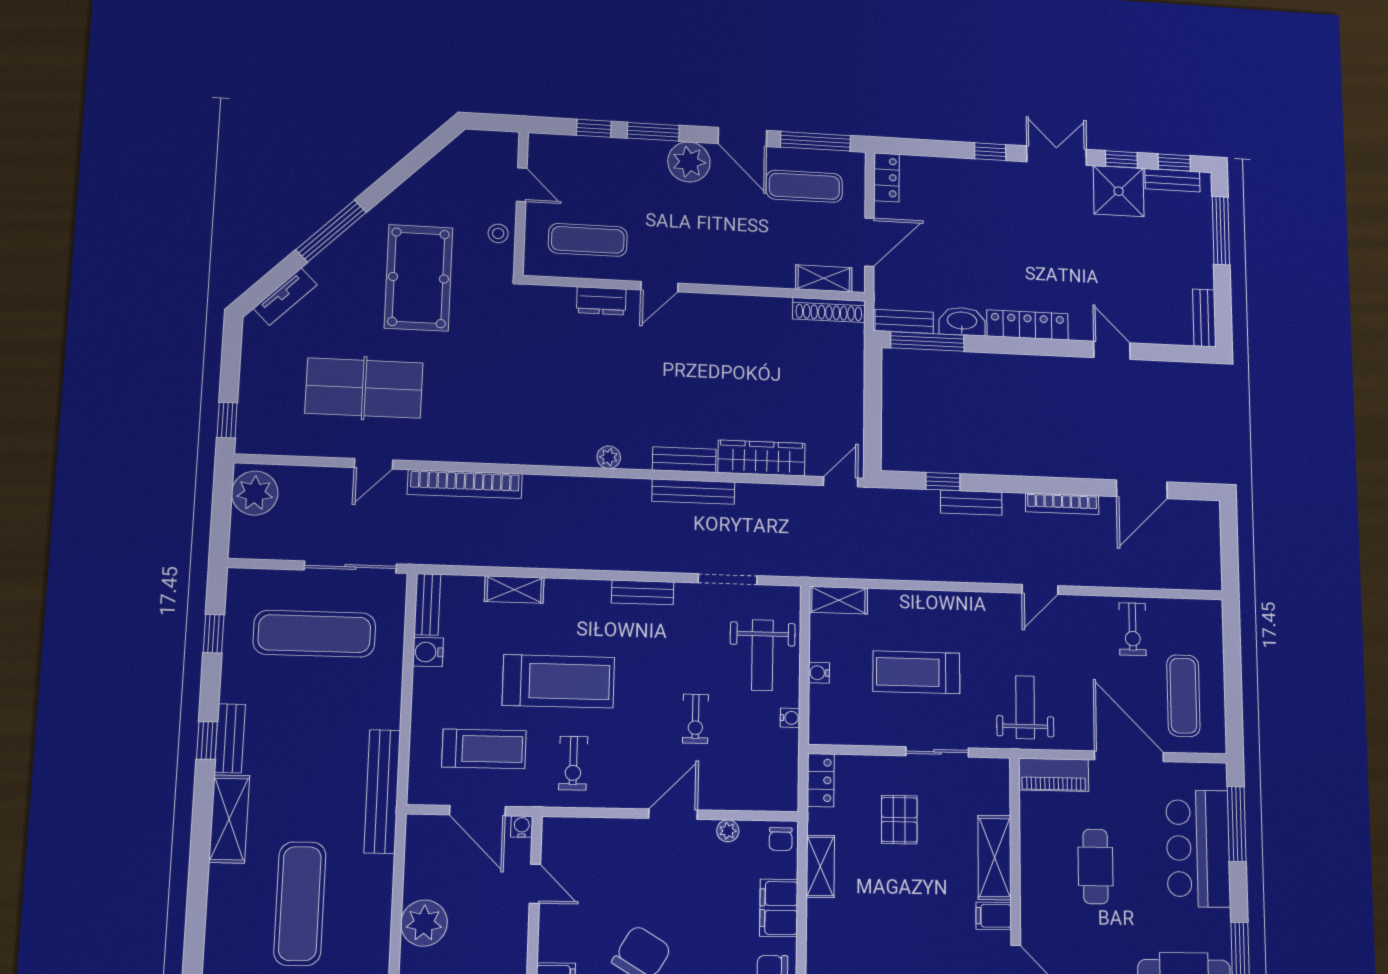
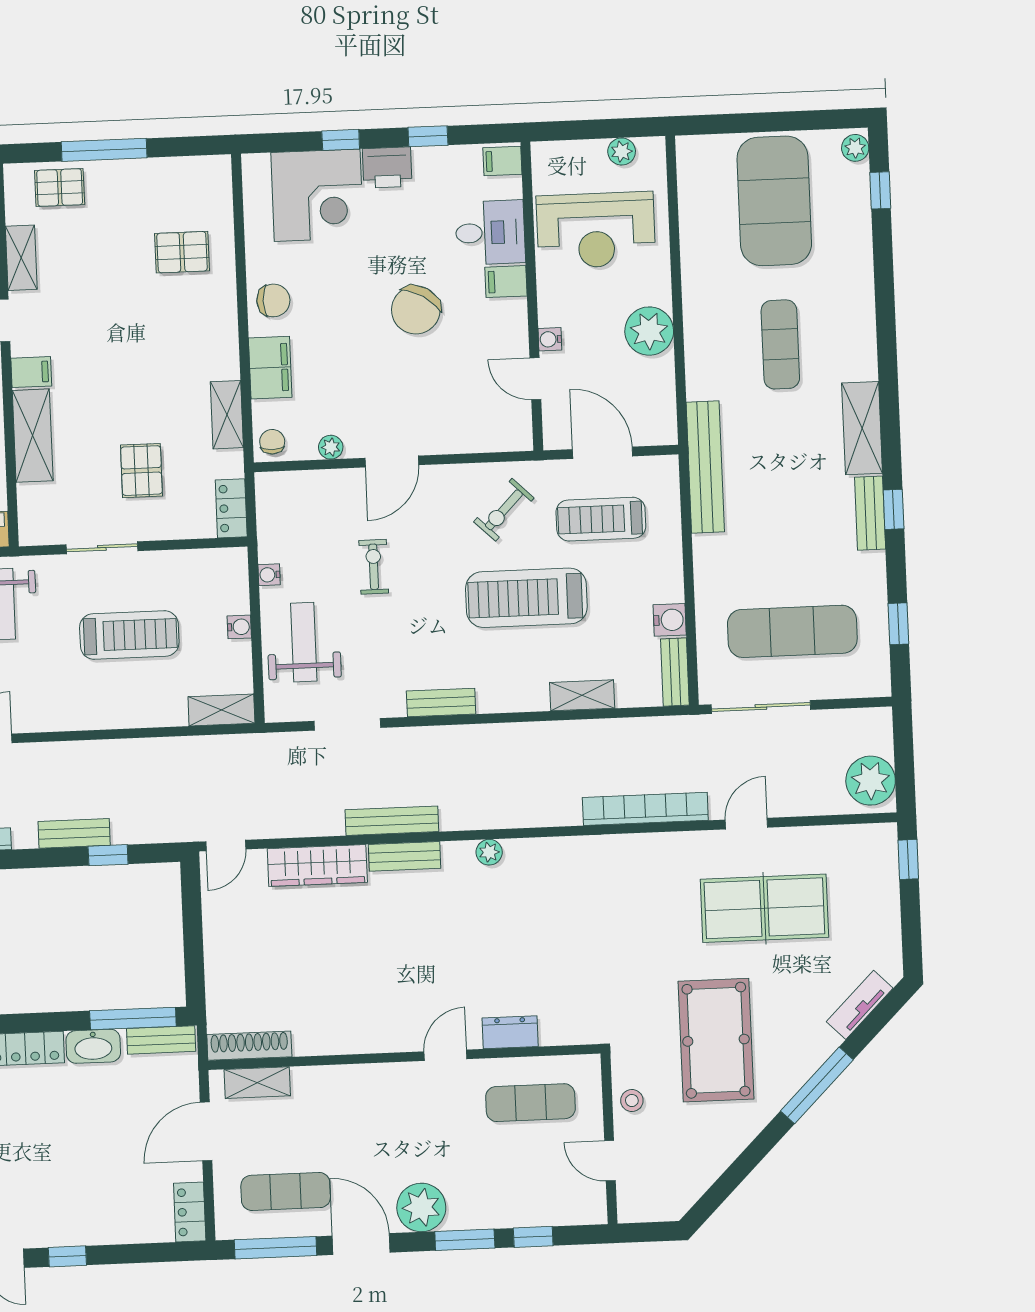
exercise bike: (573, 763) -> (504, 510), turned -136
water cooler: (522, 827) -> (550, 339), moved, turned 90
exercise mat: (300, 903) -> (780, 344), width x0.73, depth x0.69

